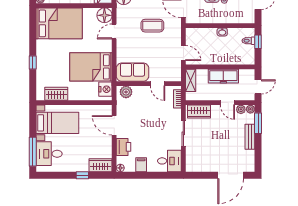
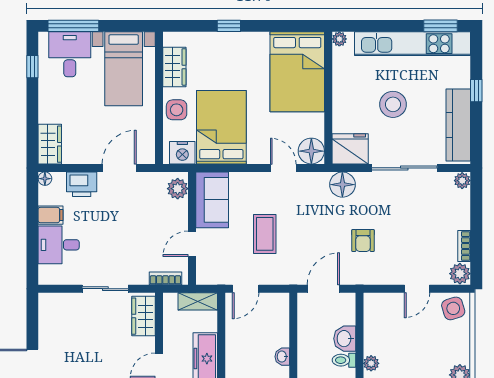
coffee table: (152, 26) -> (265, 234), moved
side table: (81, 93) -> (177, 110), added
desk: (169, 161) -> (59, 245), moved, turned 90
window: (82, 175) -> (32, 67), moved

